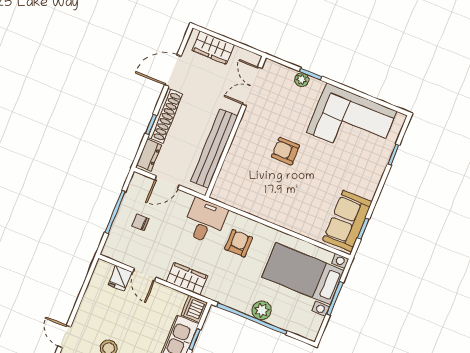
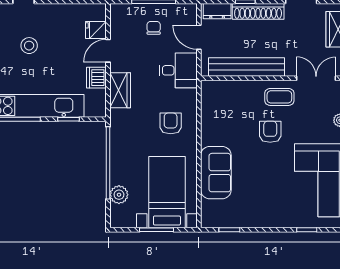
coffee table: (256, 129) -> (279, 97), added
desk: (205, 221) -> (178, 70), moved
sofa: (347, 221) -> (216, 173), moved, turned 90
armchair: (239, 243) -> (171, 123), turned -90
dishwasher: (194, 309) -> (96, 78), moved, turned -90
plant: (262, 310) -> (119, 195), moved

